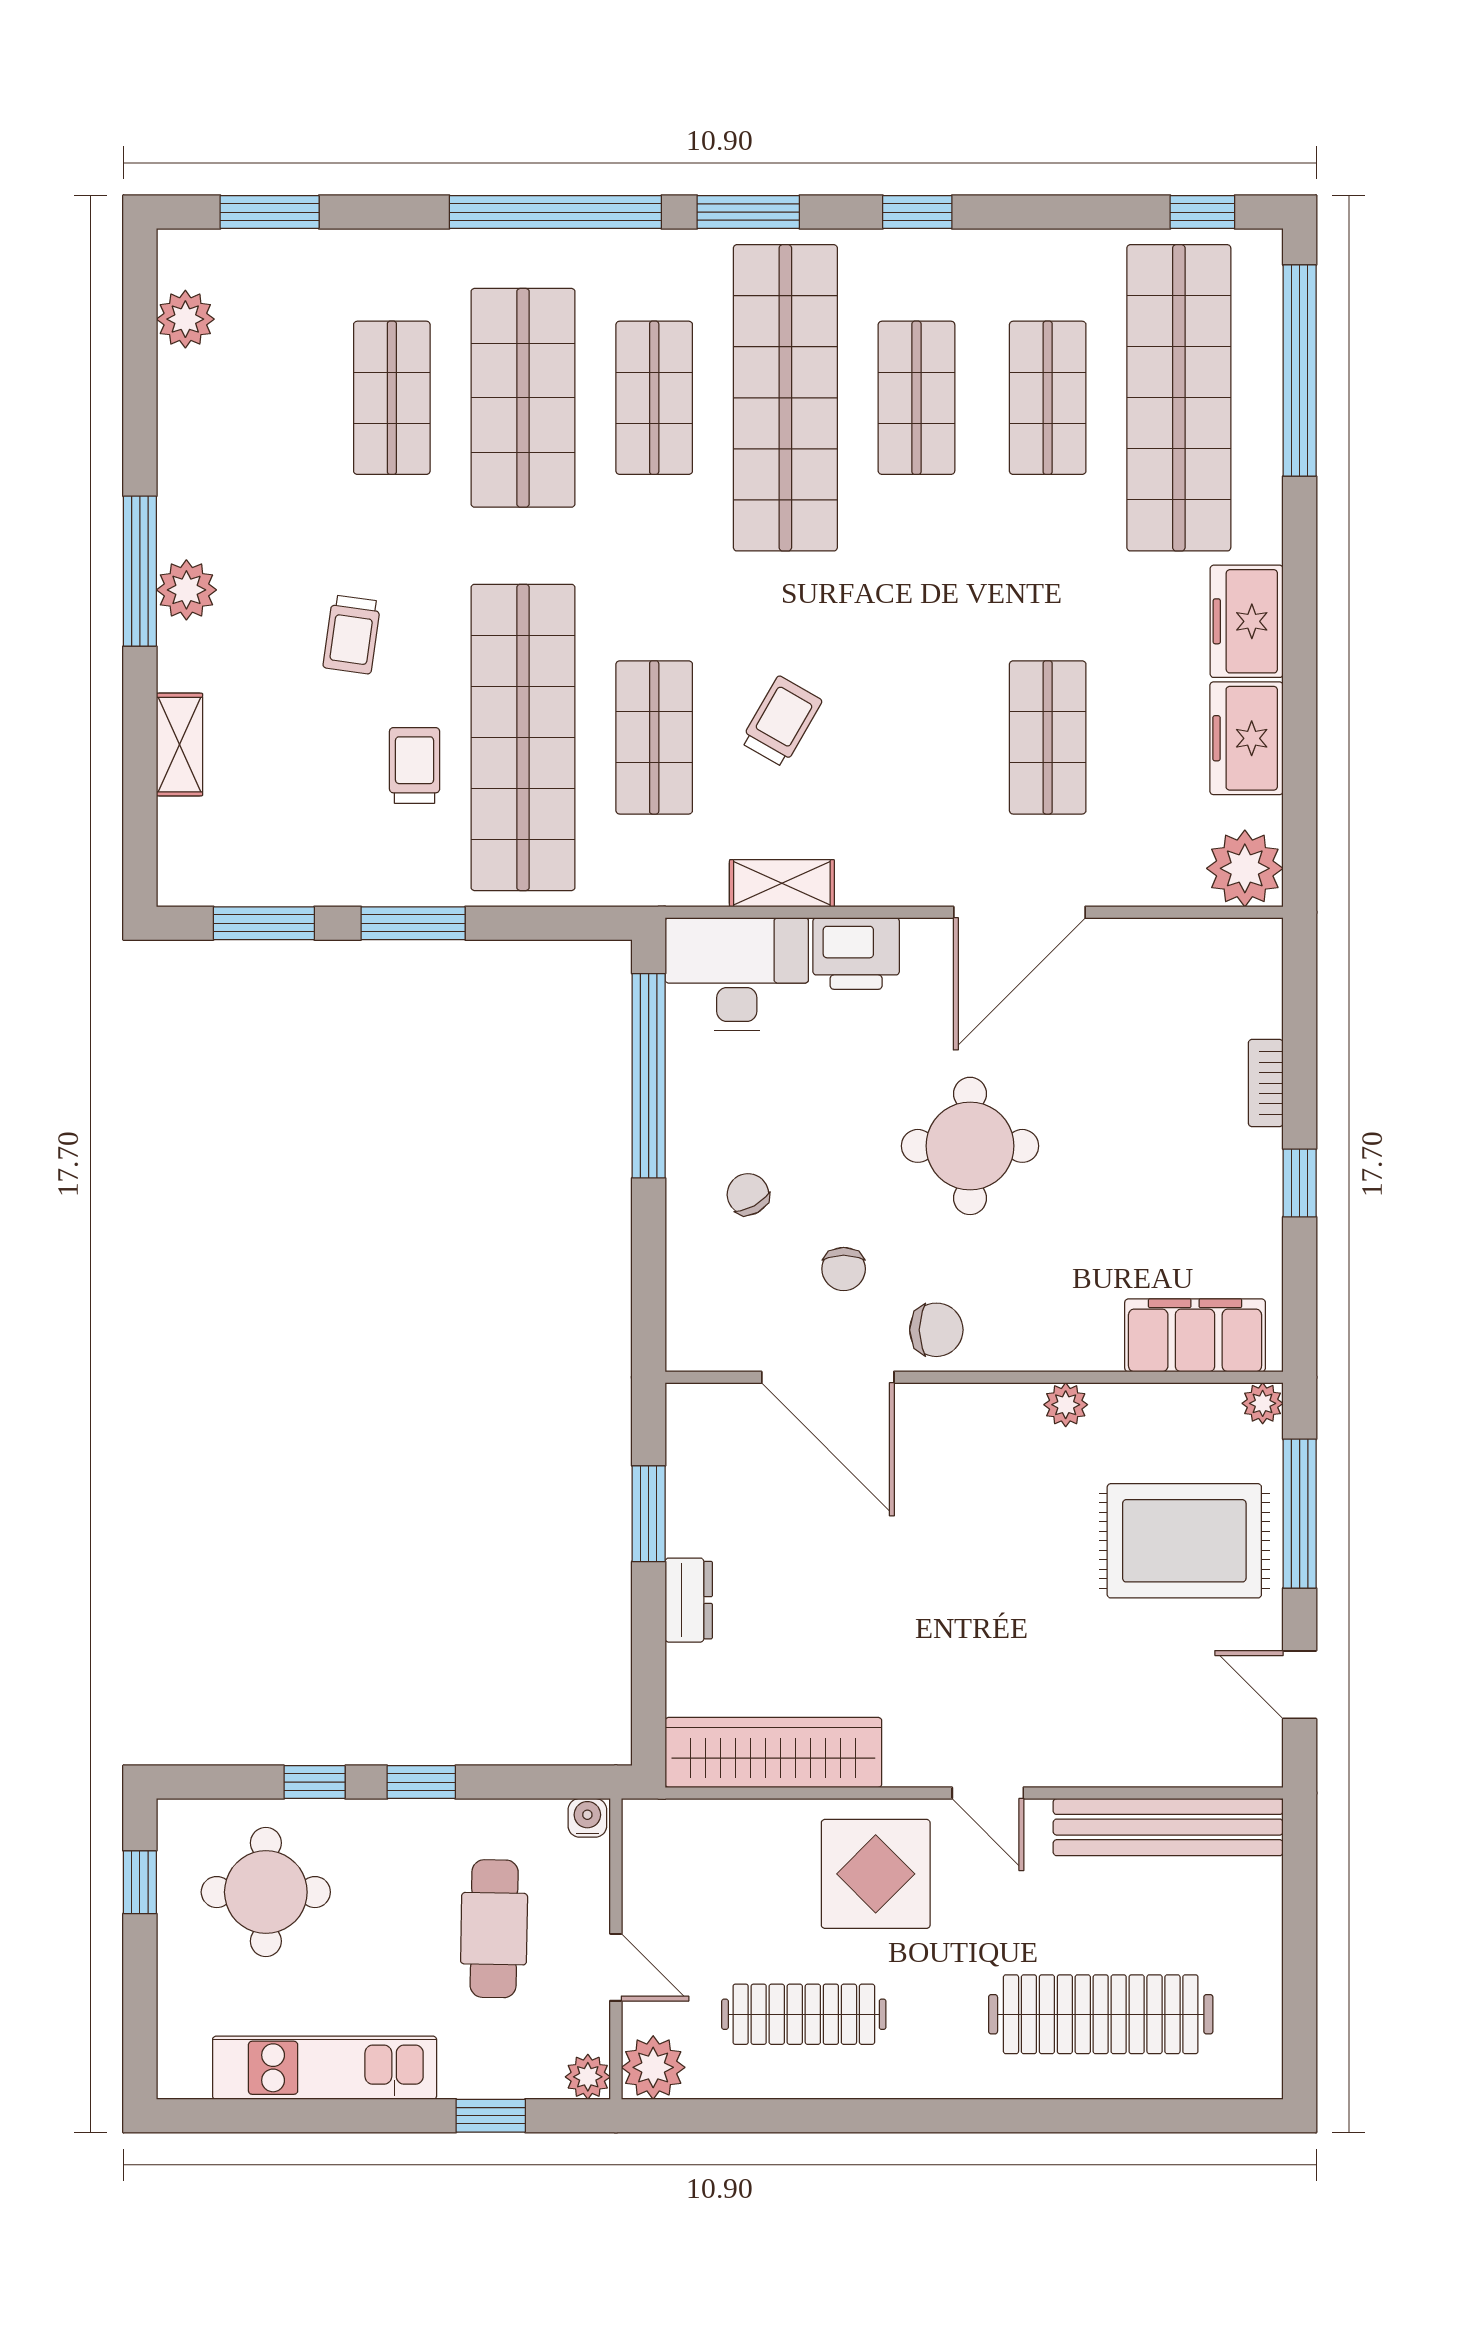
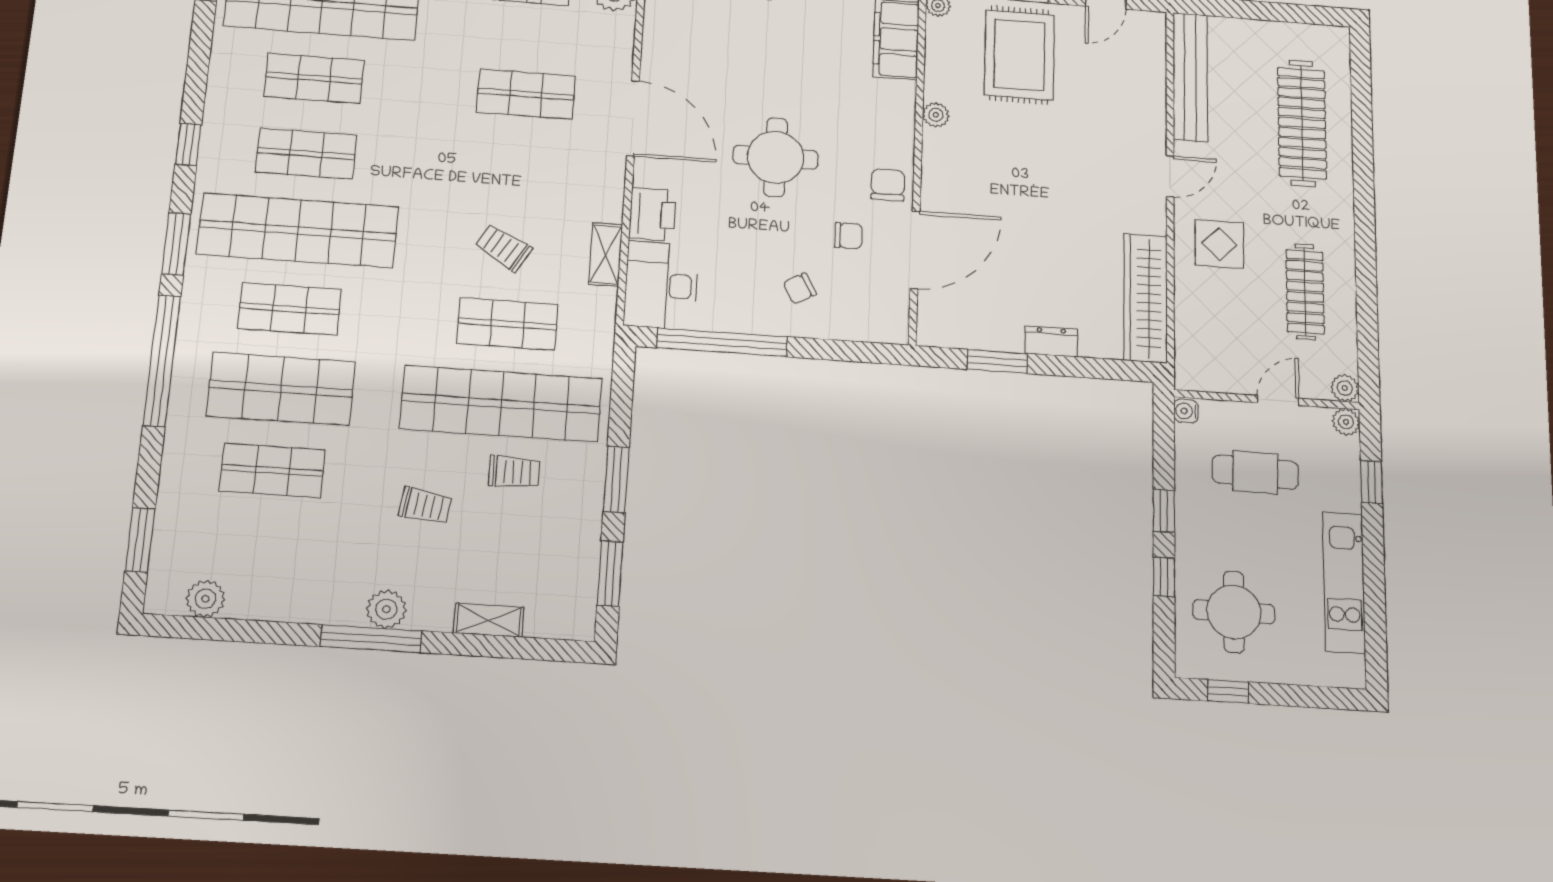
trolley: (415, 766) -> (514, 472), turned 180
display table: (876, 1874) -> (1219, 244), width x0.73, depth x0.73
plant: (653, 2067) -> (1345, 388), width x0.73, depth x0.73

